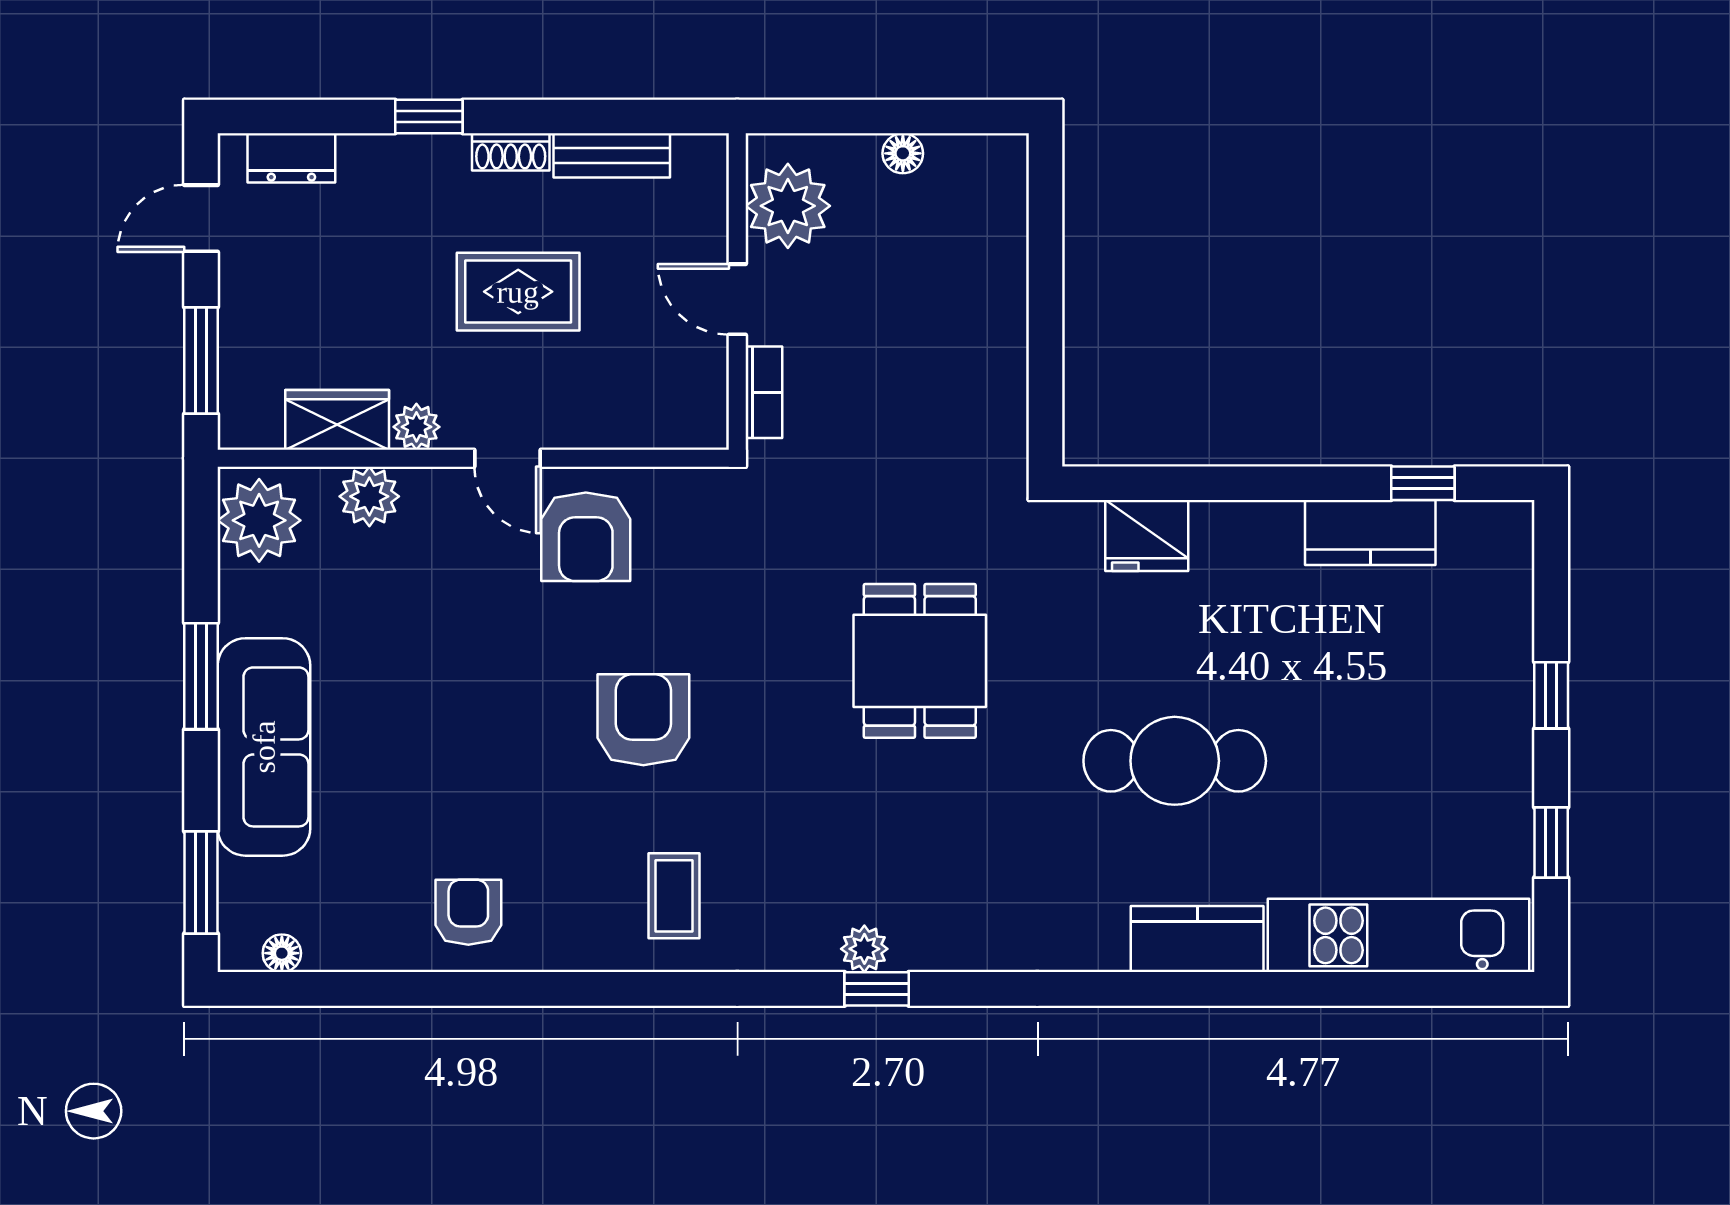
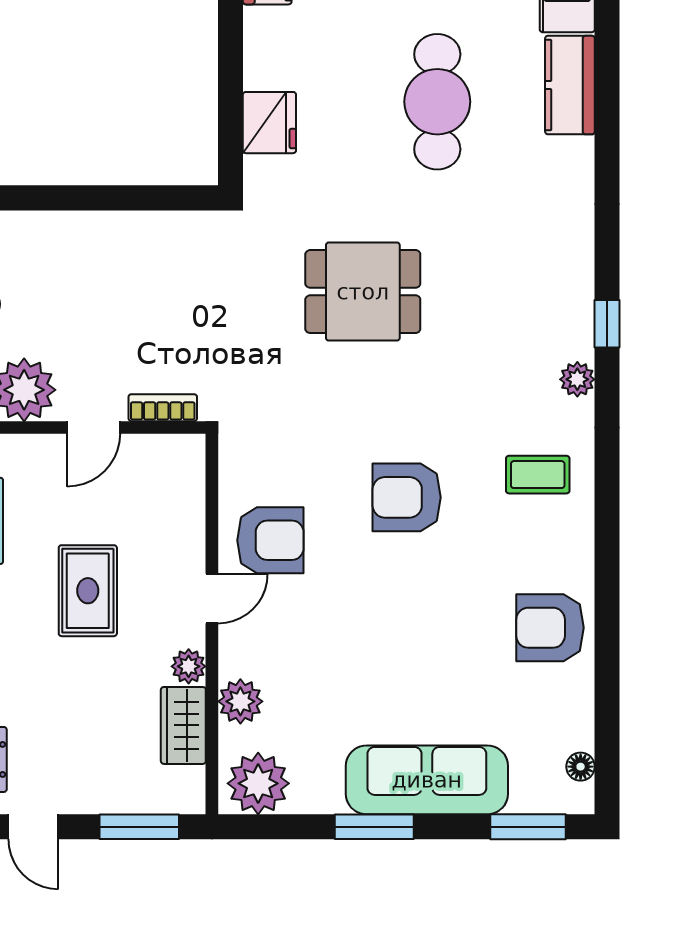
armchair: (468, 912) -> (550, 628), width x1.38, depth x1.38
plant: (864, 949) -> (577, 379), moved

